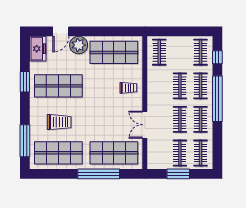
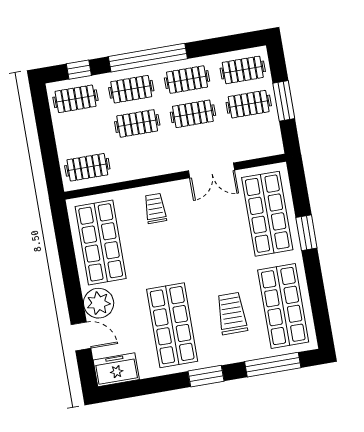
window: (25, 82) -> (206, 376), moved
window: (99, 174) -> (306, 233), width x0.47

